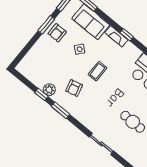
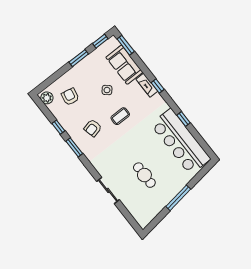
armchair: (57, 33) -> (70, 97), moved, turned 102
plant: (49, 90) -> (47, 98), moved

